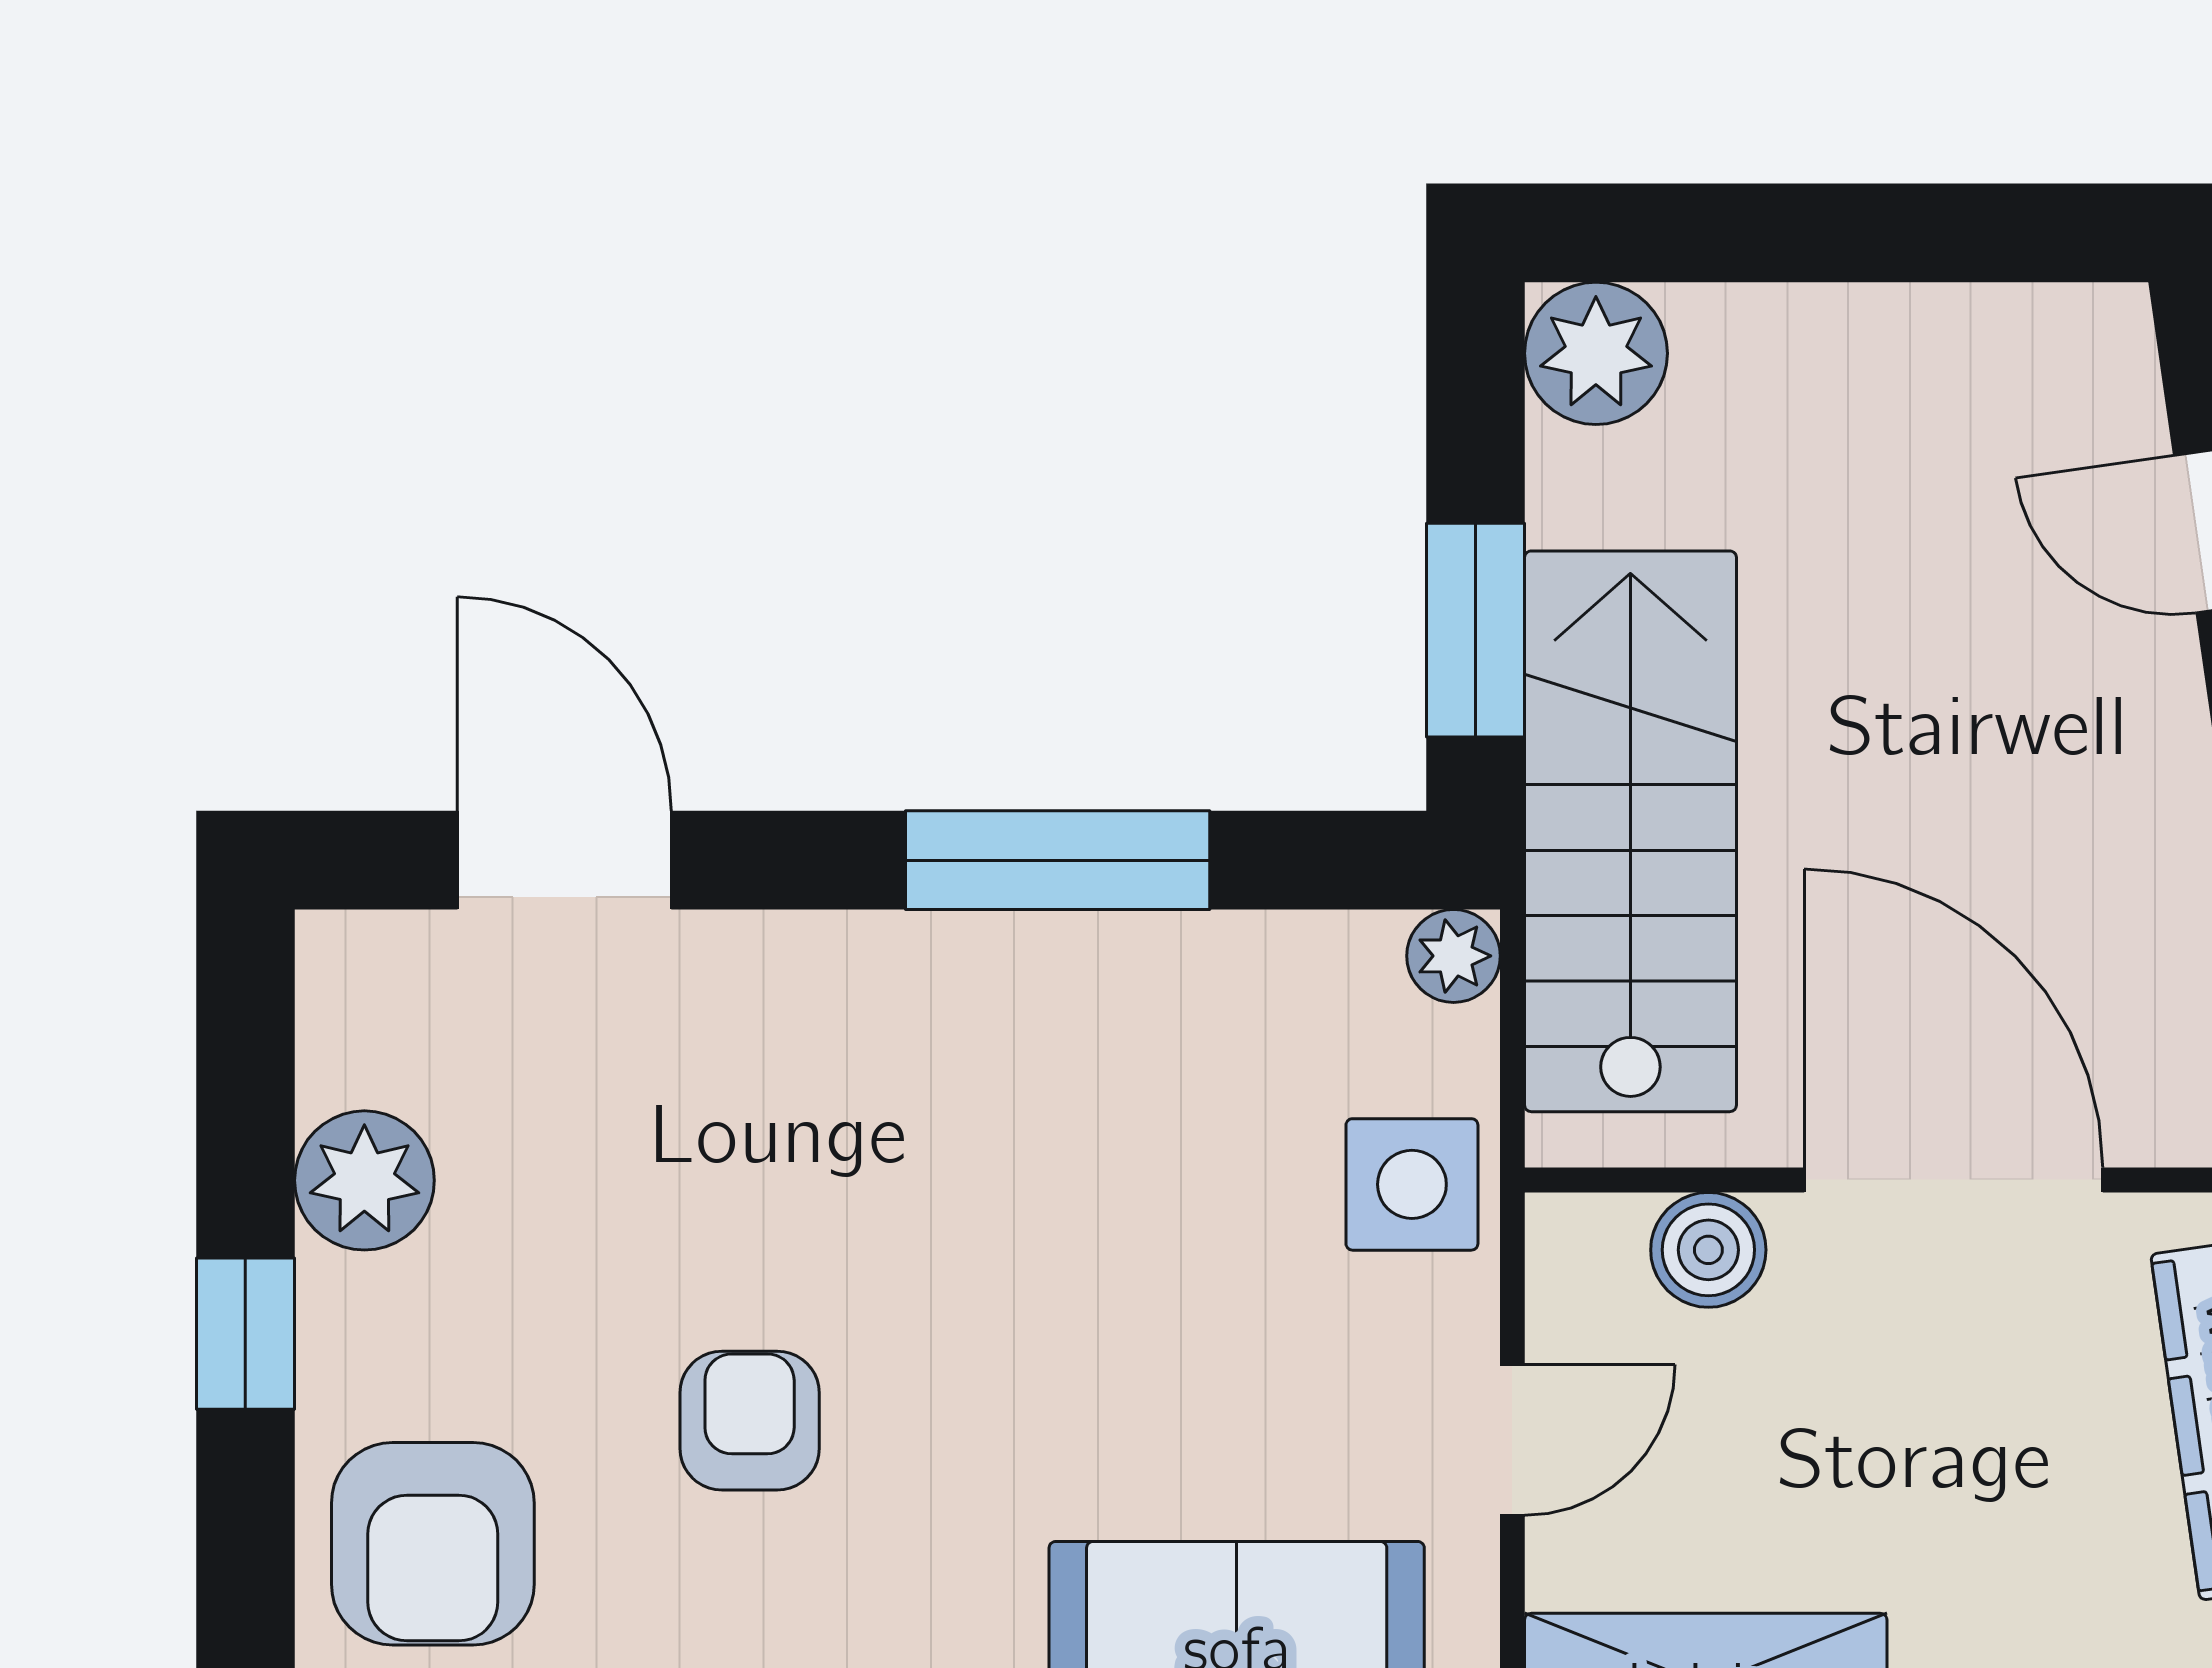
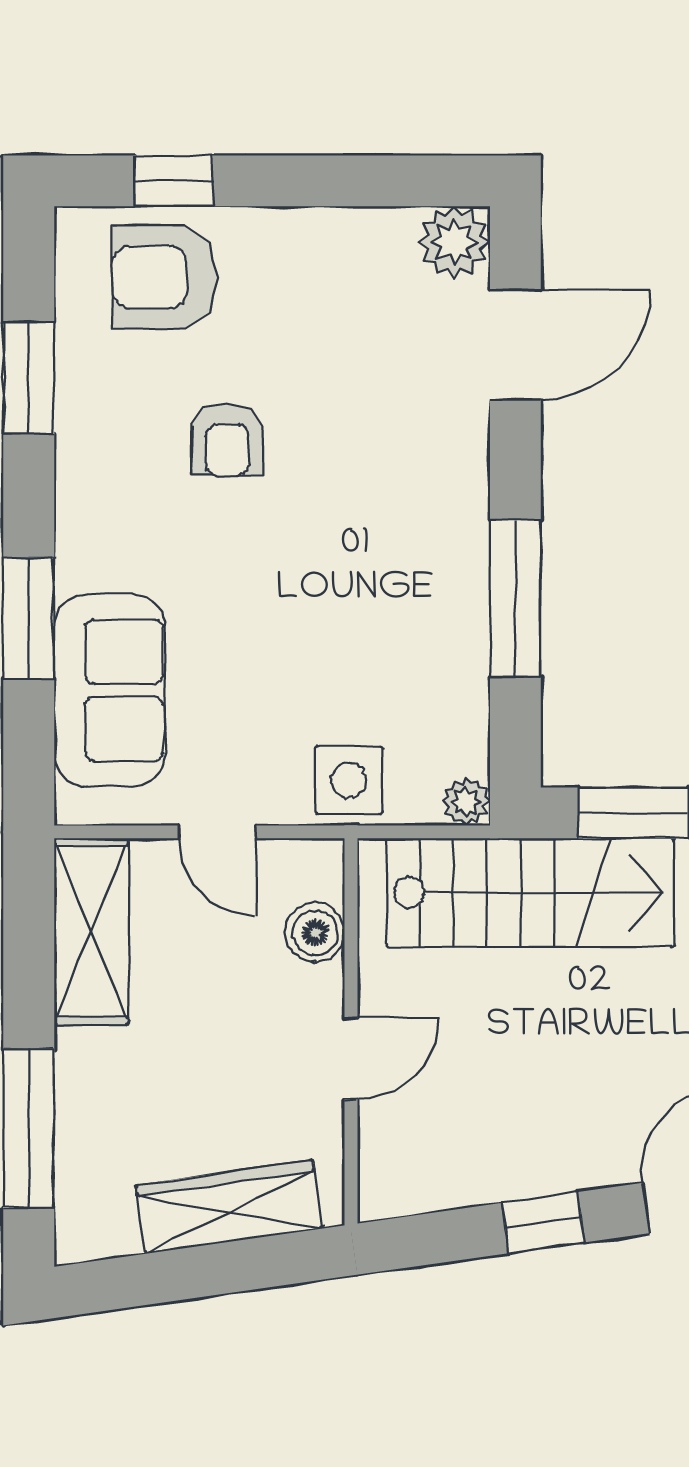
plant: (364, 1180) -> (454, 242), moved
door: (1954, 1180) -> (351, 1059), width x0.53
window: (245, 1334) -> (174, 181), moved
armchair: (750, 1421) -> (227, 440), turned 90

